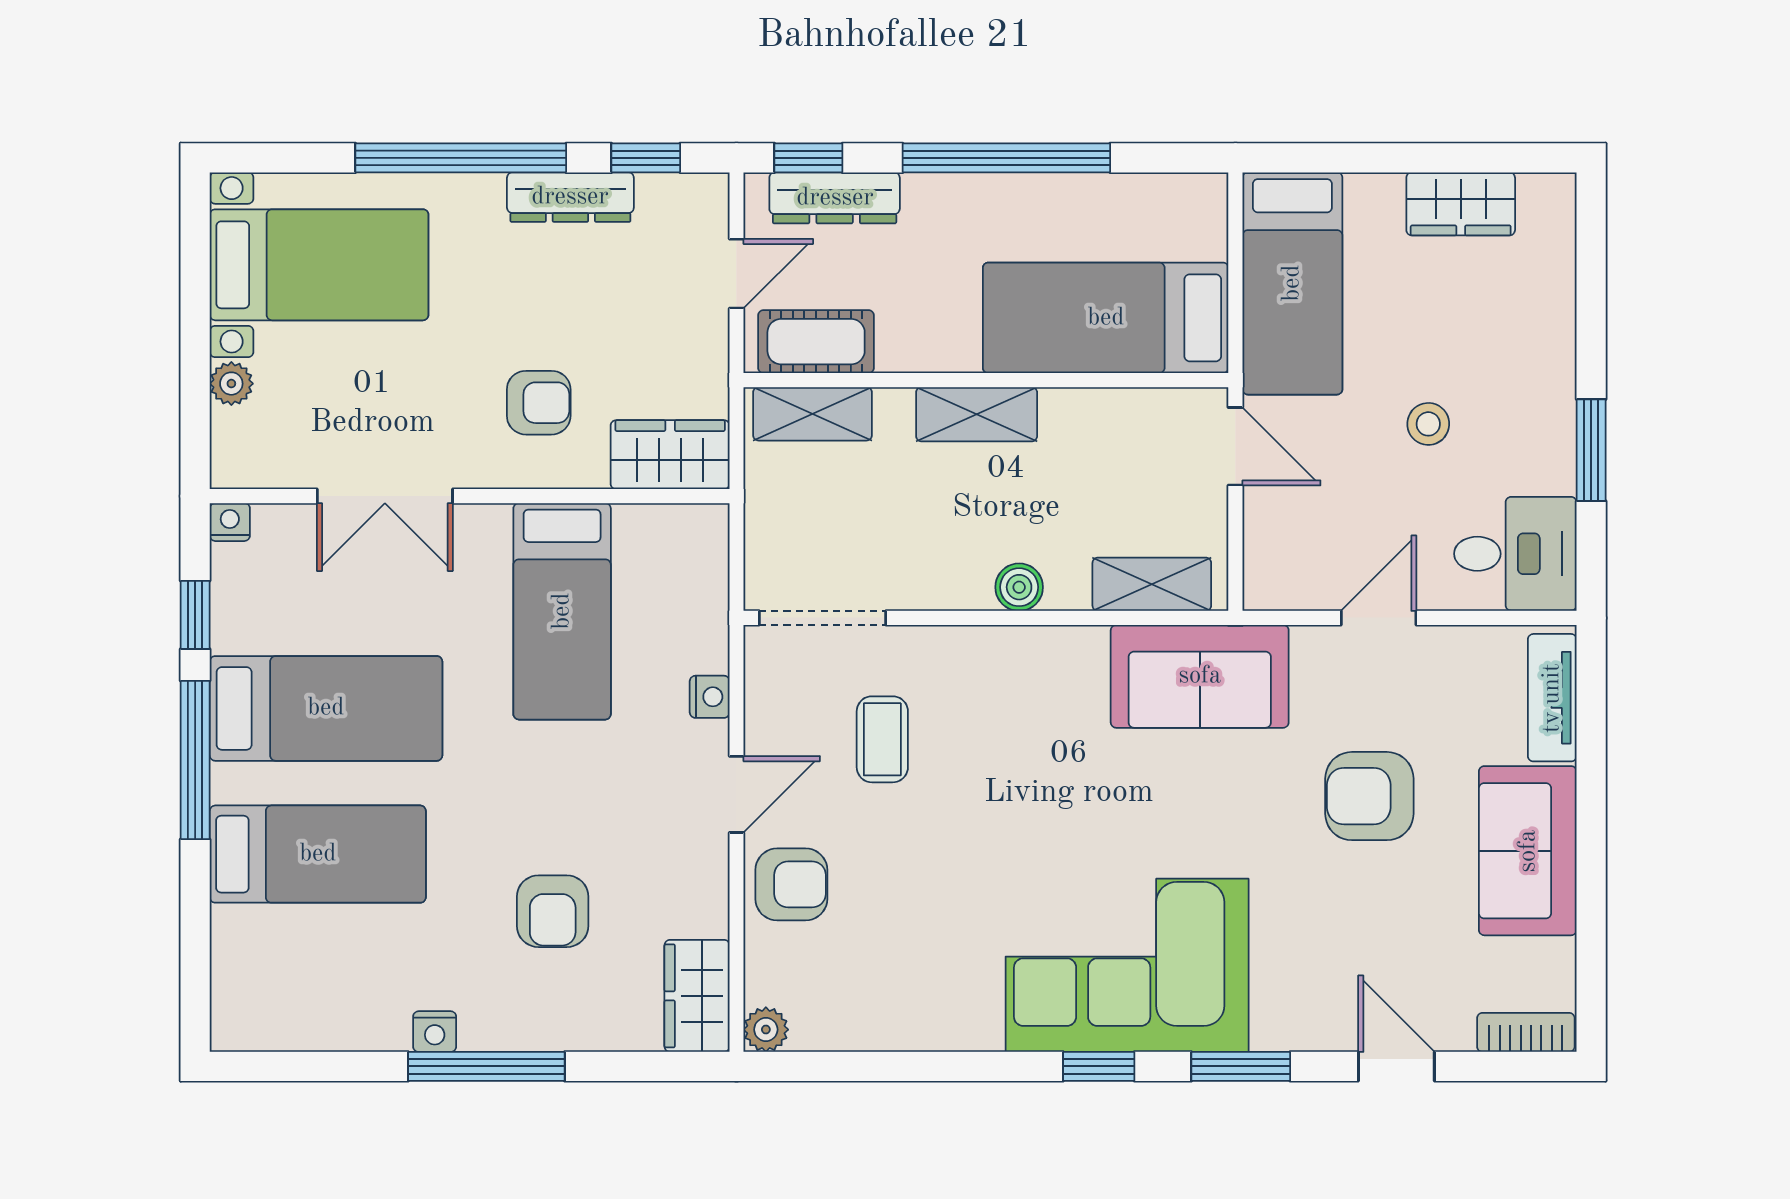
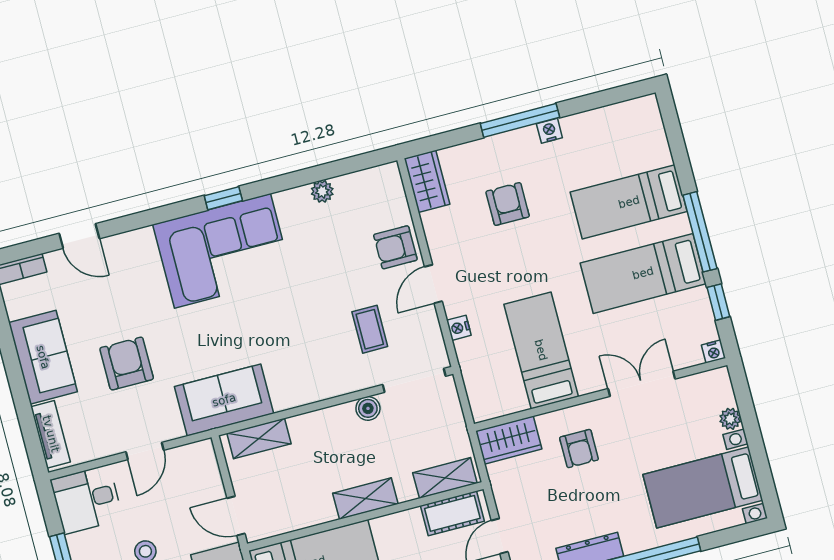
armchair: (539, 403) -> (579, 449), turned -90
boiler: (1019, 587) -> (368, 408), moved
armchair: (1369, 796) -> (127, 364), turned -90
plant: (766, 1030) -> (322, 191), moved
window: (1241, 1066) -> (155, 216), removed

